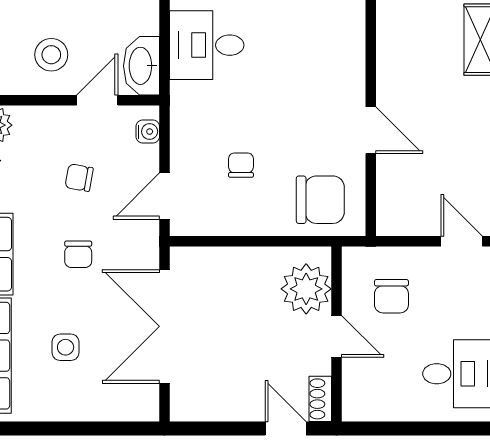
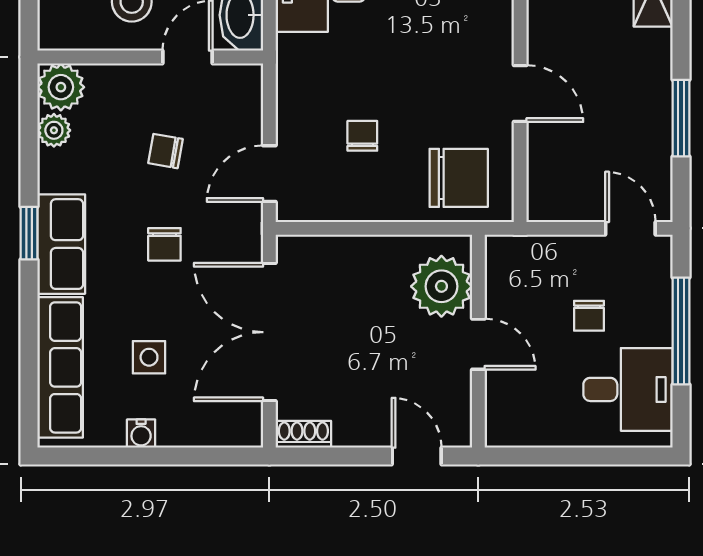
water cooler: (148, 132) -> (141, 434), moved, turned 90
chair: (391, 296) -> (589, 316), moved, width x0.73, depth x0.73
shoe rack: (320, 399) -> (303, 434), moved, turned 90

